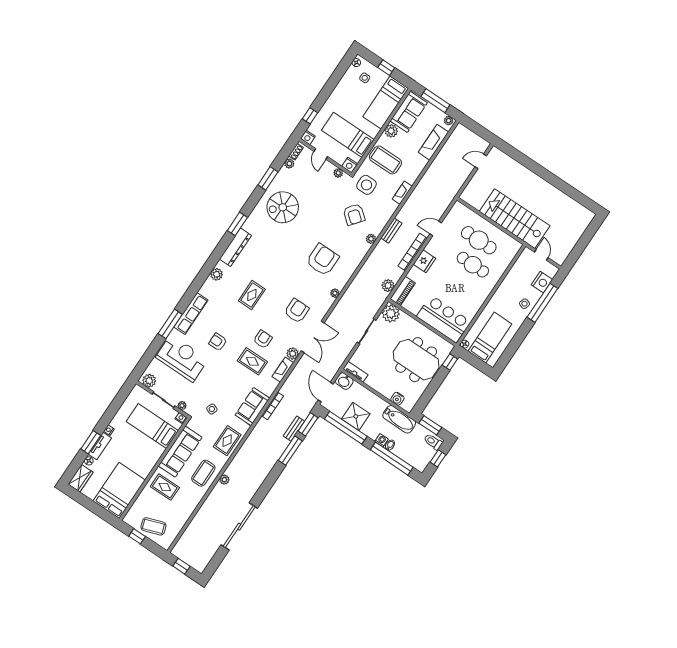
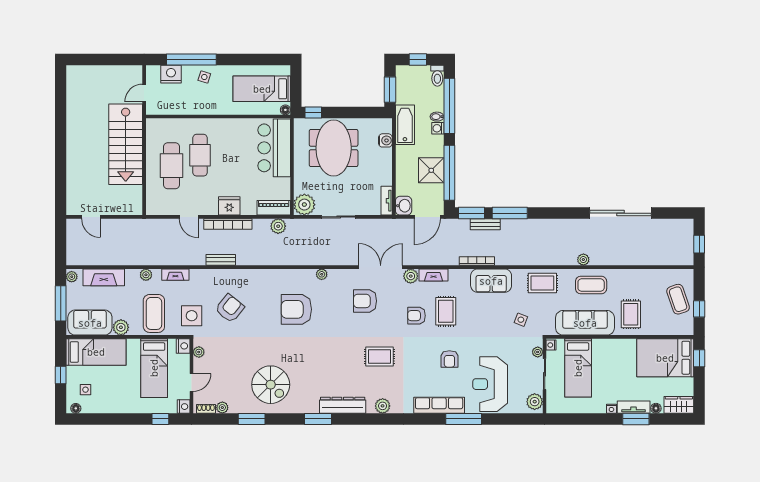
plant: (371, 239) -> (146, 275), moved
toilet: (433, 442) -> (437, 76), moved
window: (103, 514) -> (699, 358), added

